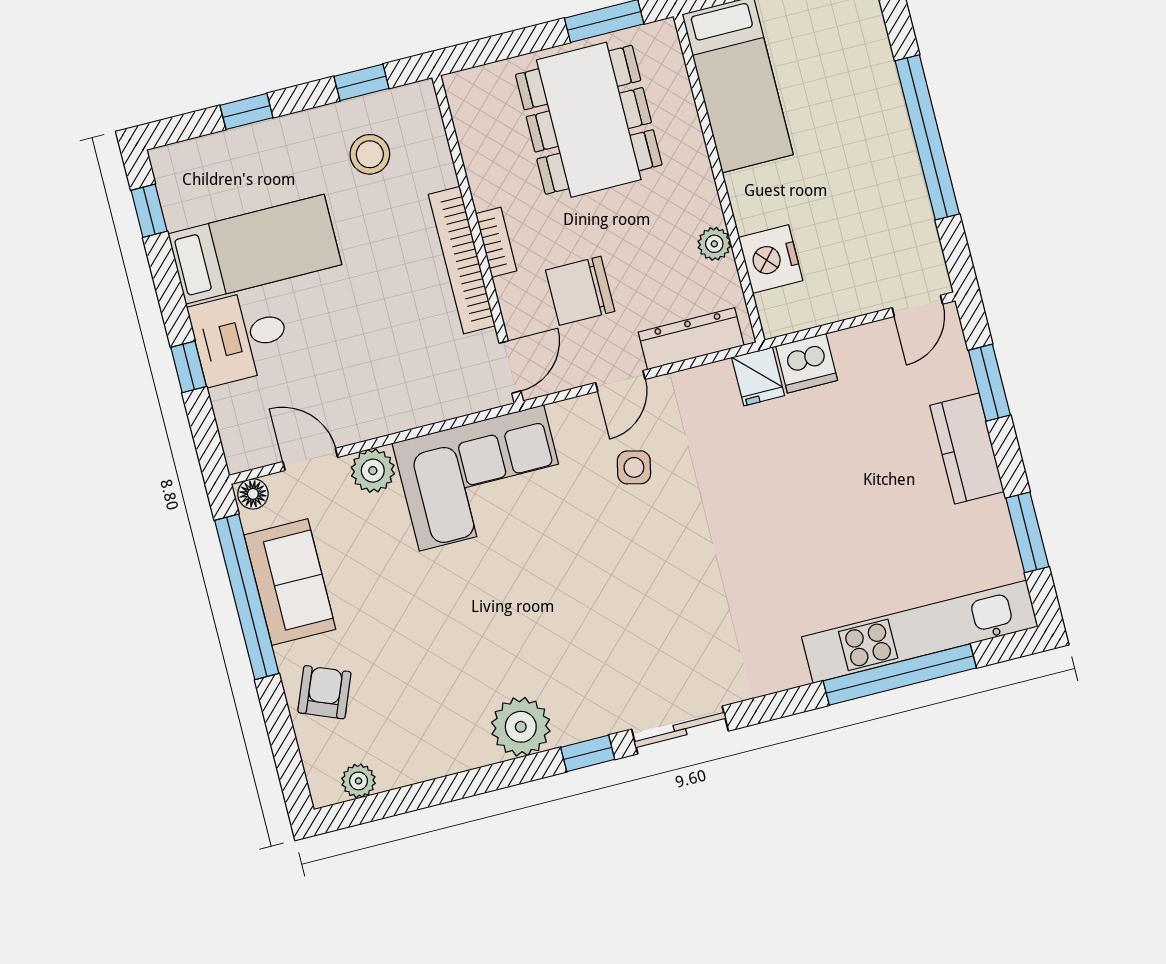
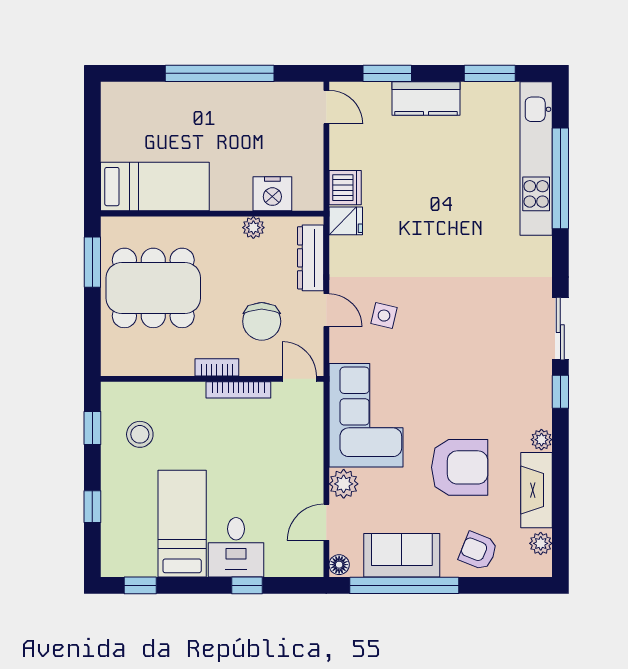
bookcase: (462, 260) -> (238, 390), width x0.68, depth x0.76
armchair: (440, 634) -> (460, 467), added
plant: (521, 727) -> (541, 440), width x0.53, depth x0.53
fireplace: (435, 755) -> (536, 490), added

